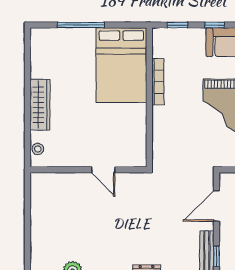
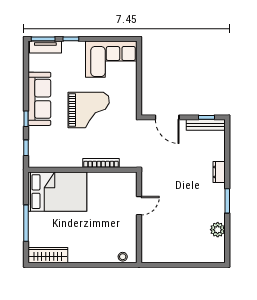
bookcase: (158, 82) -> (101, 163), moved
wardrobe: (40, 105) -> (48, 255), moved

